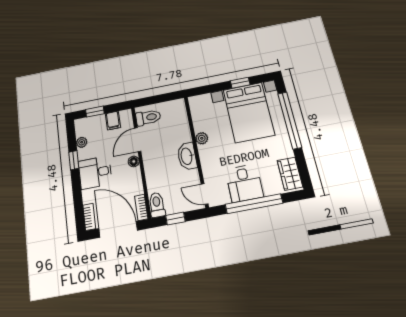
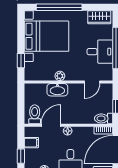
window: (240, 83) -> (21, 61), moved
door: (138, 140) -> (51, 125), swing flipped
washbasin: (187, 156) -> (57, 90), moved
door: (205, 194) -> (92, 82), moved

